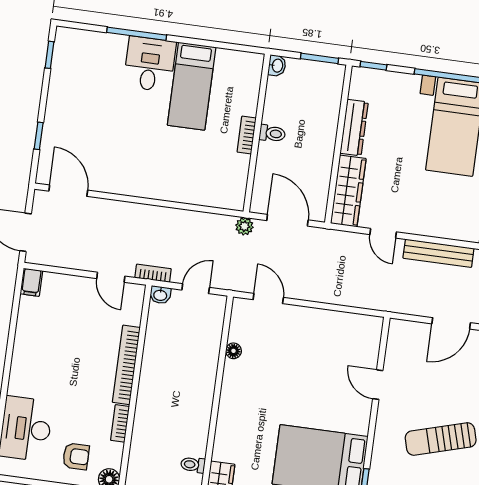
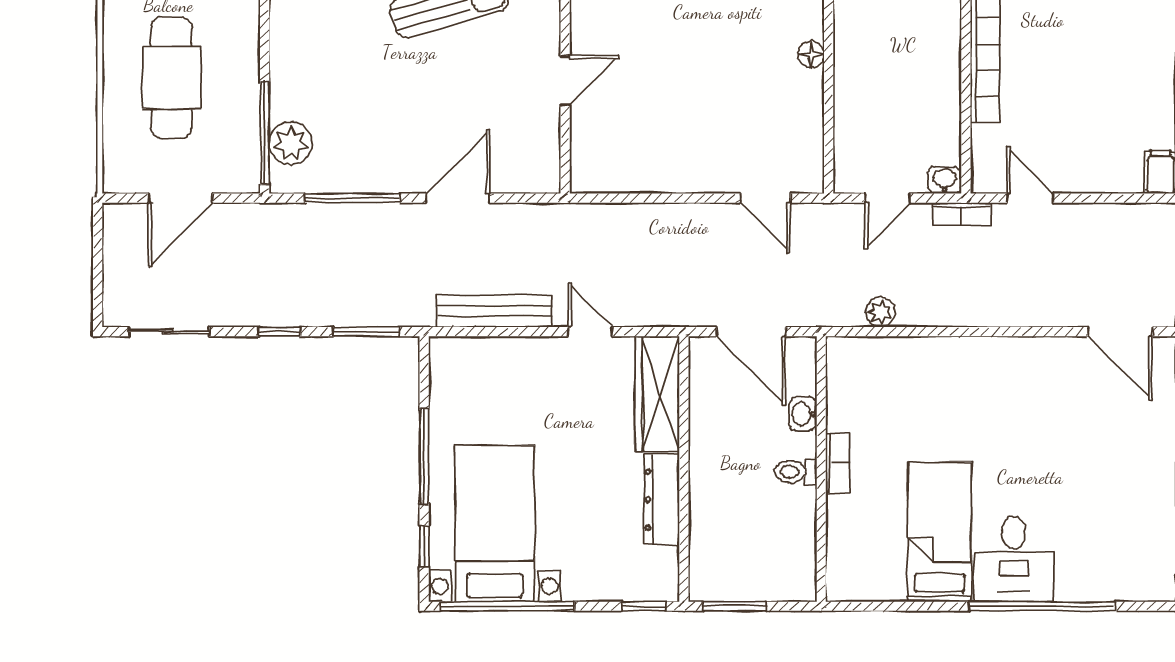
window: (137, 34) -> (1042, 606), width x1.46
washbasin: (277, 66) -> (803, 414), moved
plant: (244, 226) -> (880, 312), moved
floor lamp: (234, 351) -> (811, 54), moved
door: (378, 385) -> (565, 80), hinge flipped

